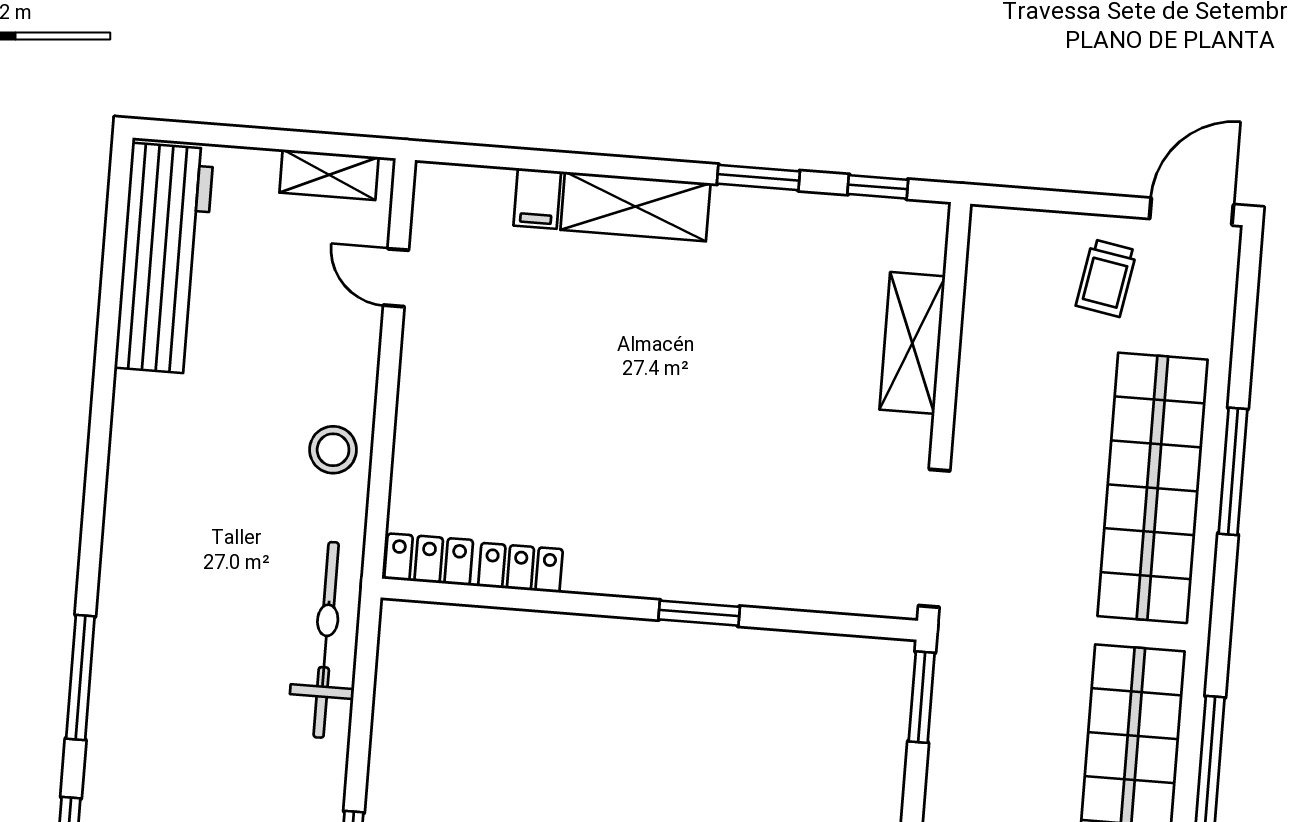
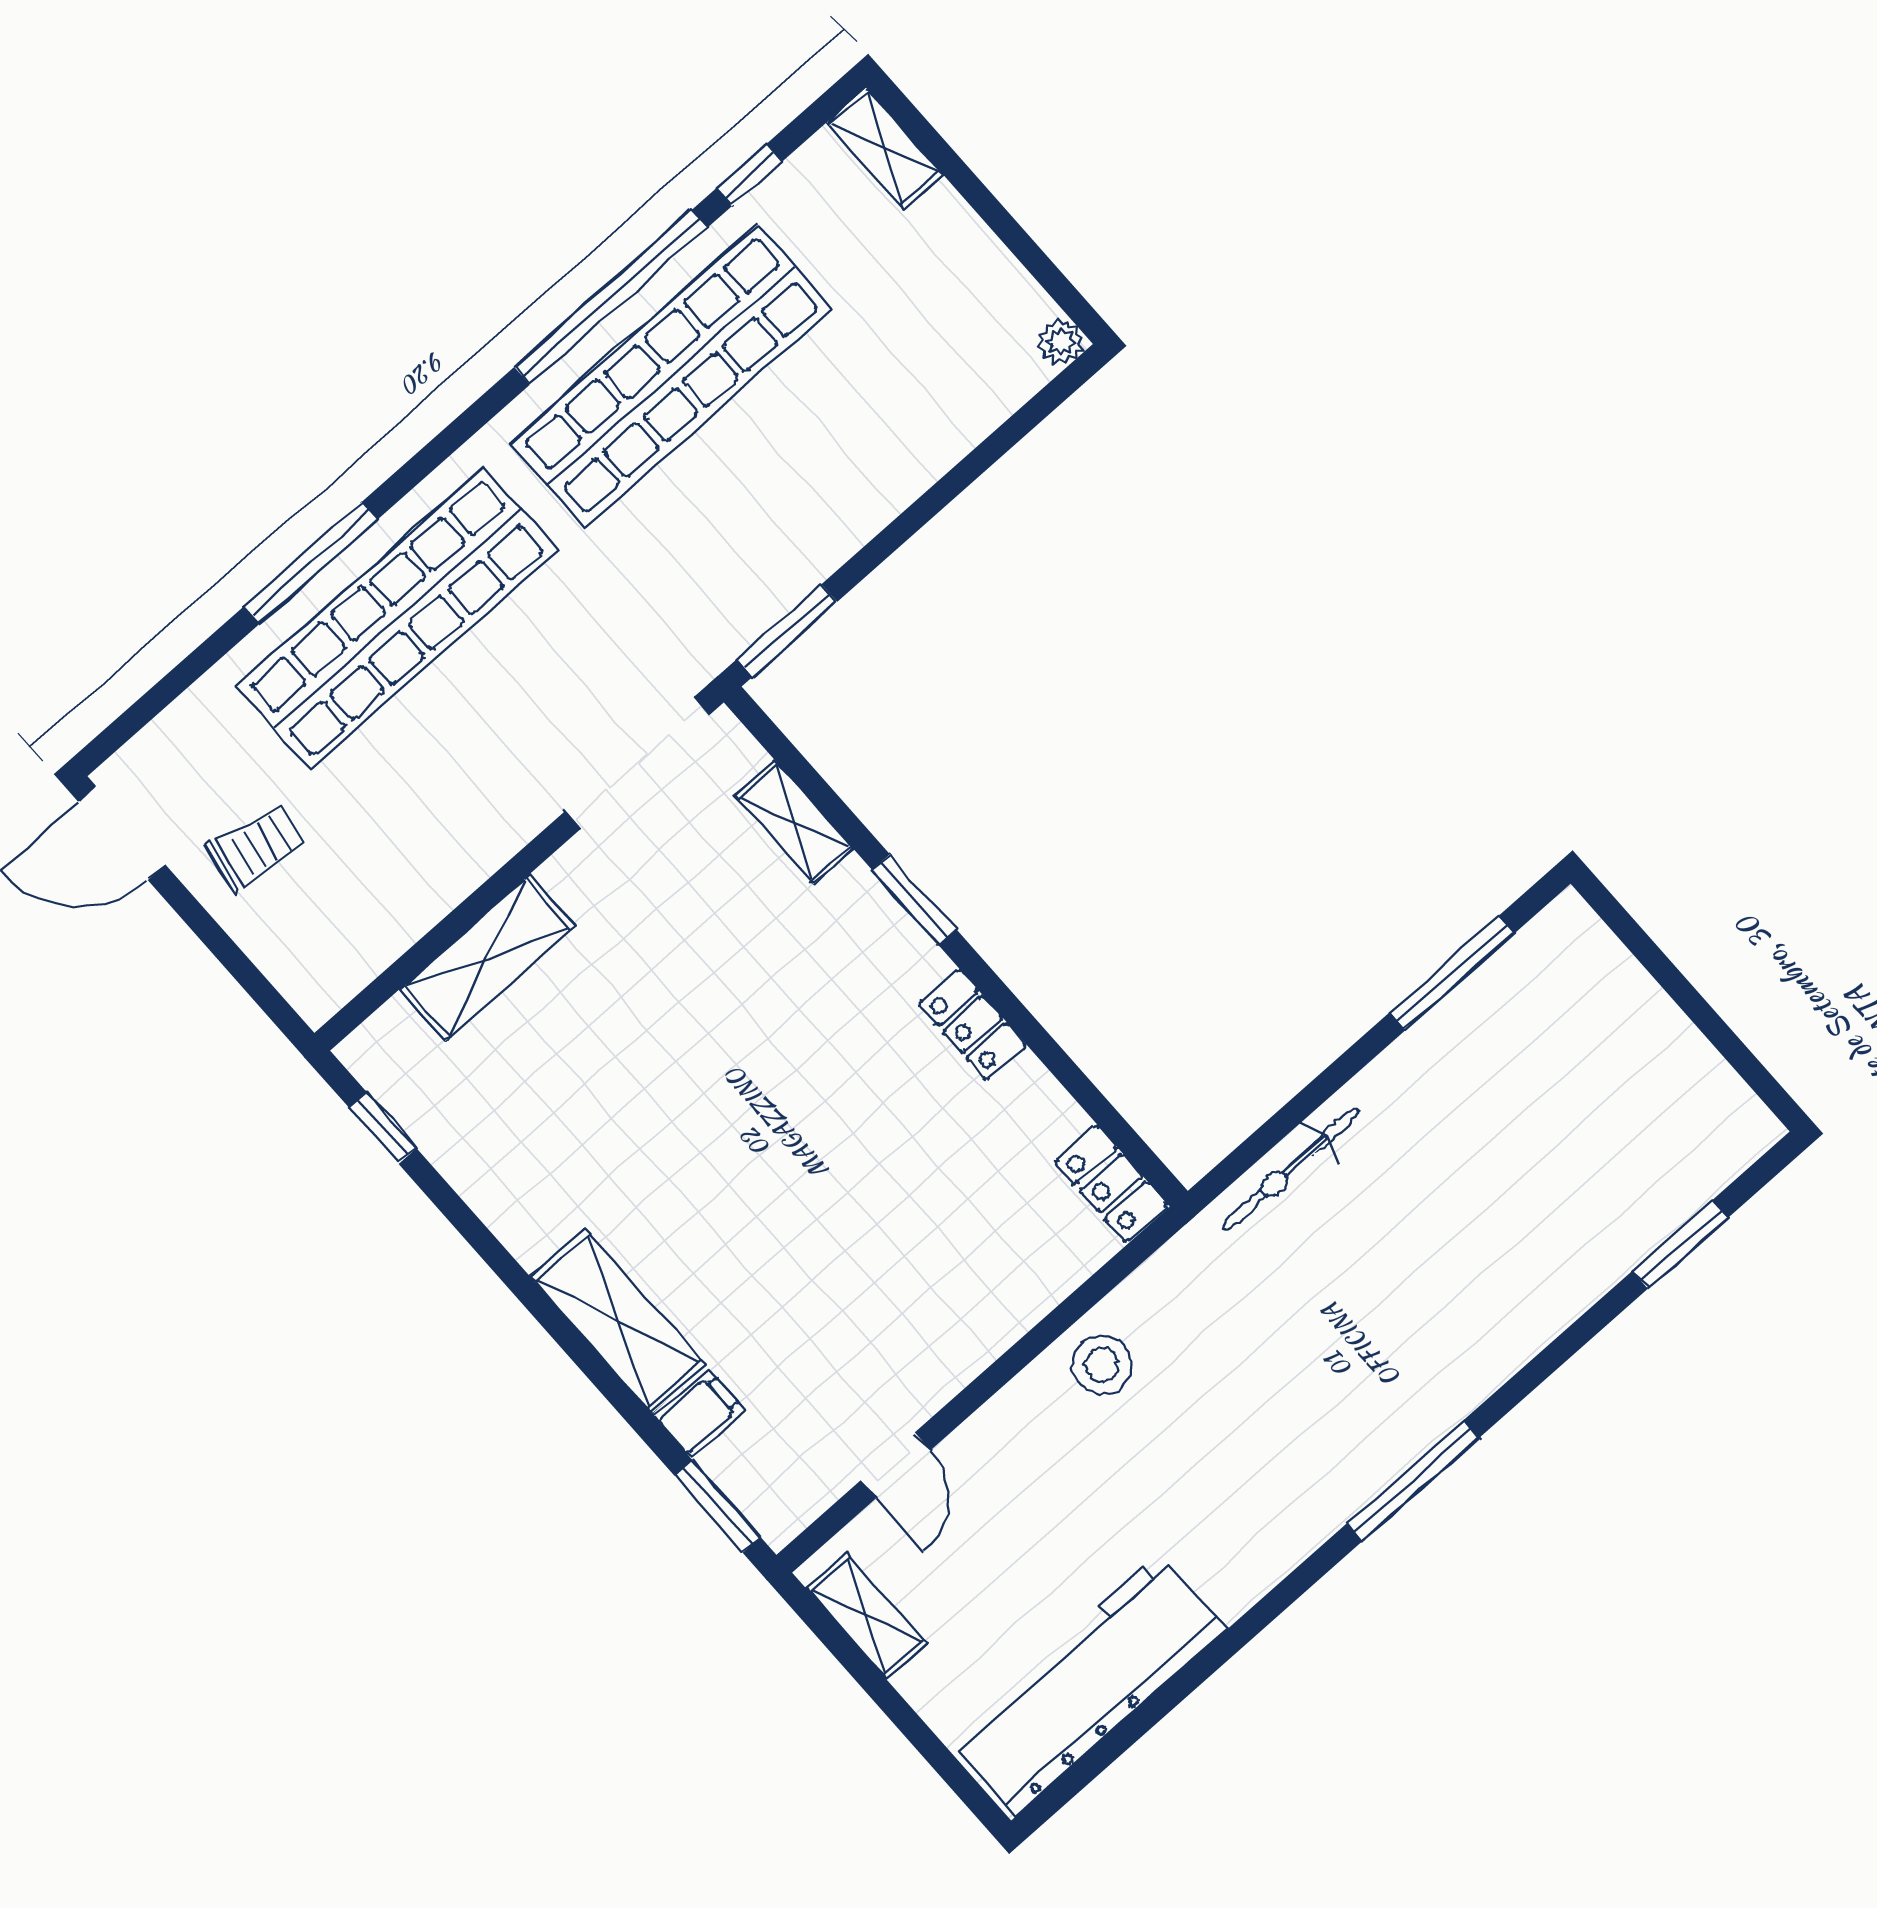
window: (758, 177) -> (718, 1506), moved
locker: (520, 568) -> (972, 1024), moved
shelving: (811, 591) -> (794, 822), added
bicycle: (326, 640) -> (1290, 1170), width x0.73, depth x0.71
window: (80, 677) -> (1413, 1481), moved

